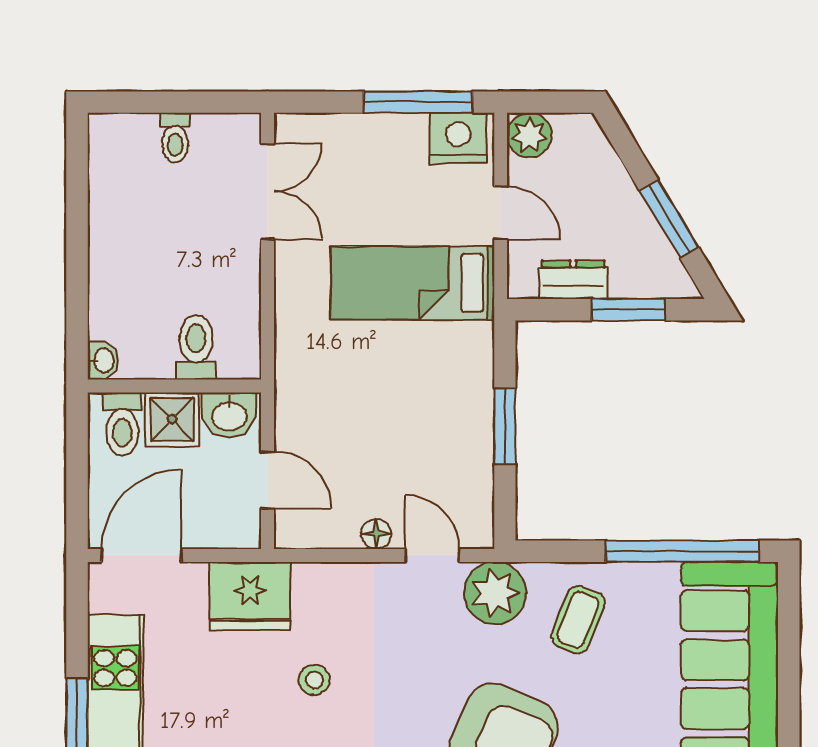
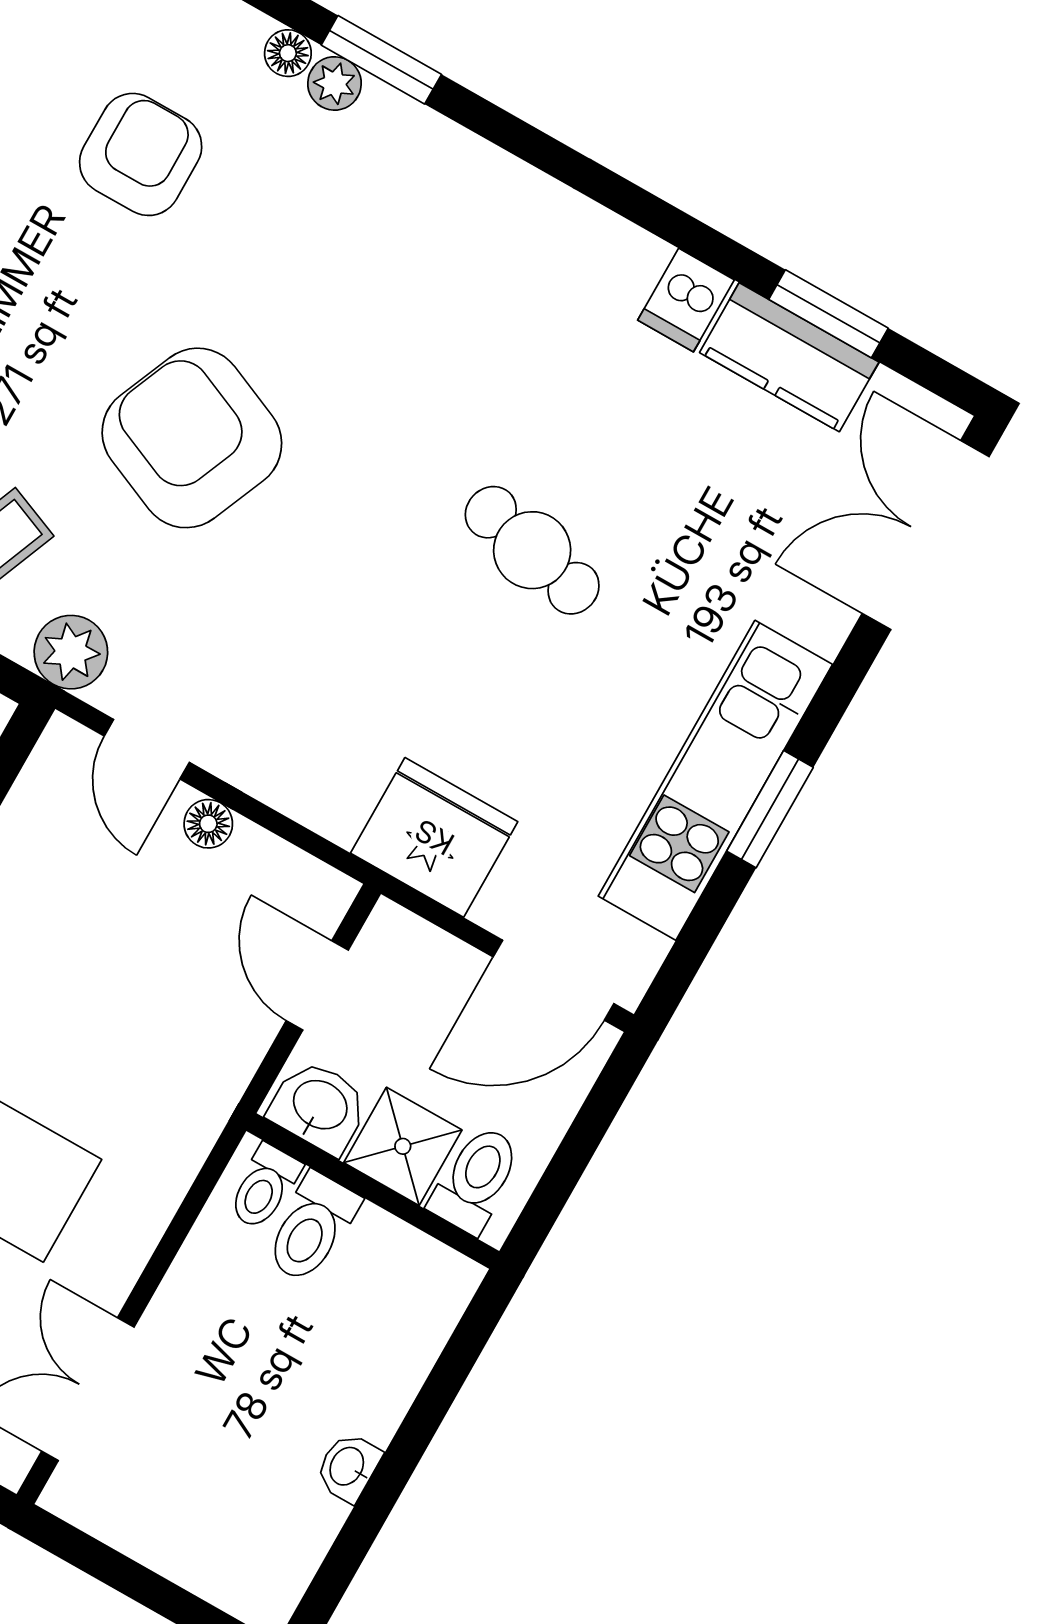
toilet: (175, 138) -> (264, 1187), moved, turned 180
washbasin: (103, 360) -> (348, 1467), moved
plant: (495, 593) -> (71, 652), width x0.73, depth x0.73
stool: (314, 680) -> (411, 669), removed

